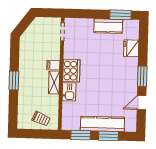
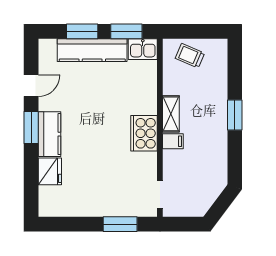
window: (121, 15) -> (120, 224), moved
kitchen counter: (108, 26) -> (50, 134), moved, turned 90
kitchen sink: (69, 92) -> (143, 49), moved, turned -90

